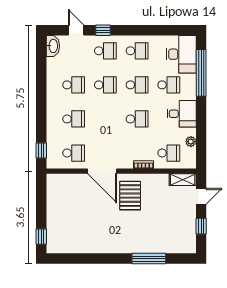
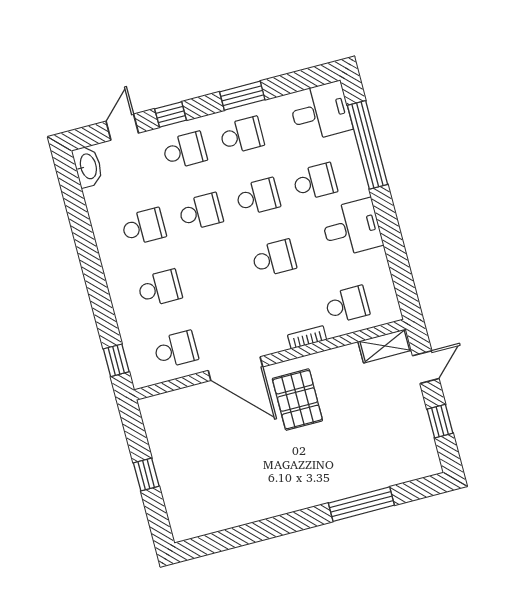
door: (76, 30) -> (122, 127), hinge flipped
window: (143, 30) -> (242, 96), added
desk: (181, 54) -> (320, 111), width x0.73
plant: (191, 142) -> (381, 274), removed
window: (41, 237) -> (146, 475), moved

